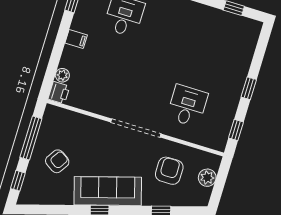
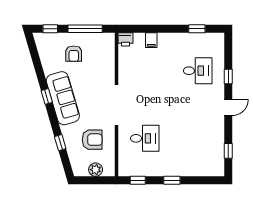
filing cabinet: (76, 39) -> (151, 40), moved
plant: (62, 75) -> (139, 38), removed
armchair: (57, 161) -> (74, 54), turned 57

